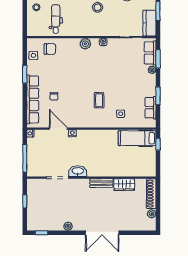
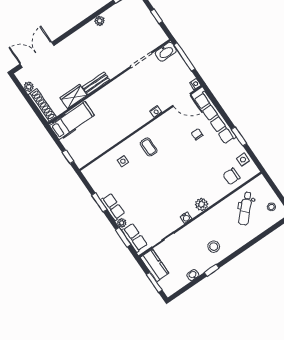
dental chair: (56, 19) -> (246, 208), turned 44
coffee table: (99, 100) -> (149, 147), moved
row of seats: (150, 108) -> (113, 207), moved
door: (58, 129) -> (182, 100), moved
hospital bed: (137, 138) -> (72, 121), moved
washbasin: (78, 171) -> (166, 52), moved
double door: (102, 233) -> (37, 55), moved

